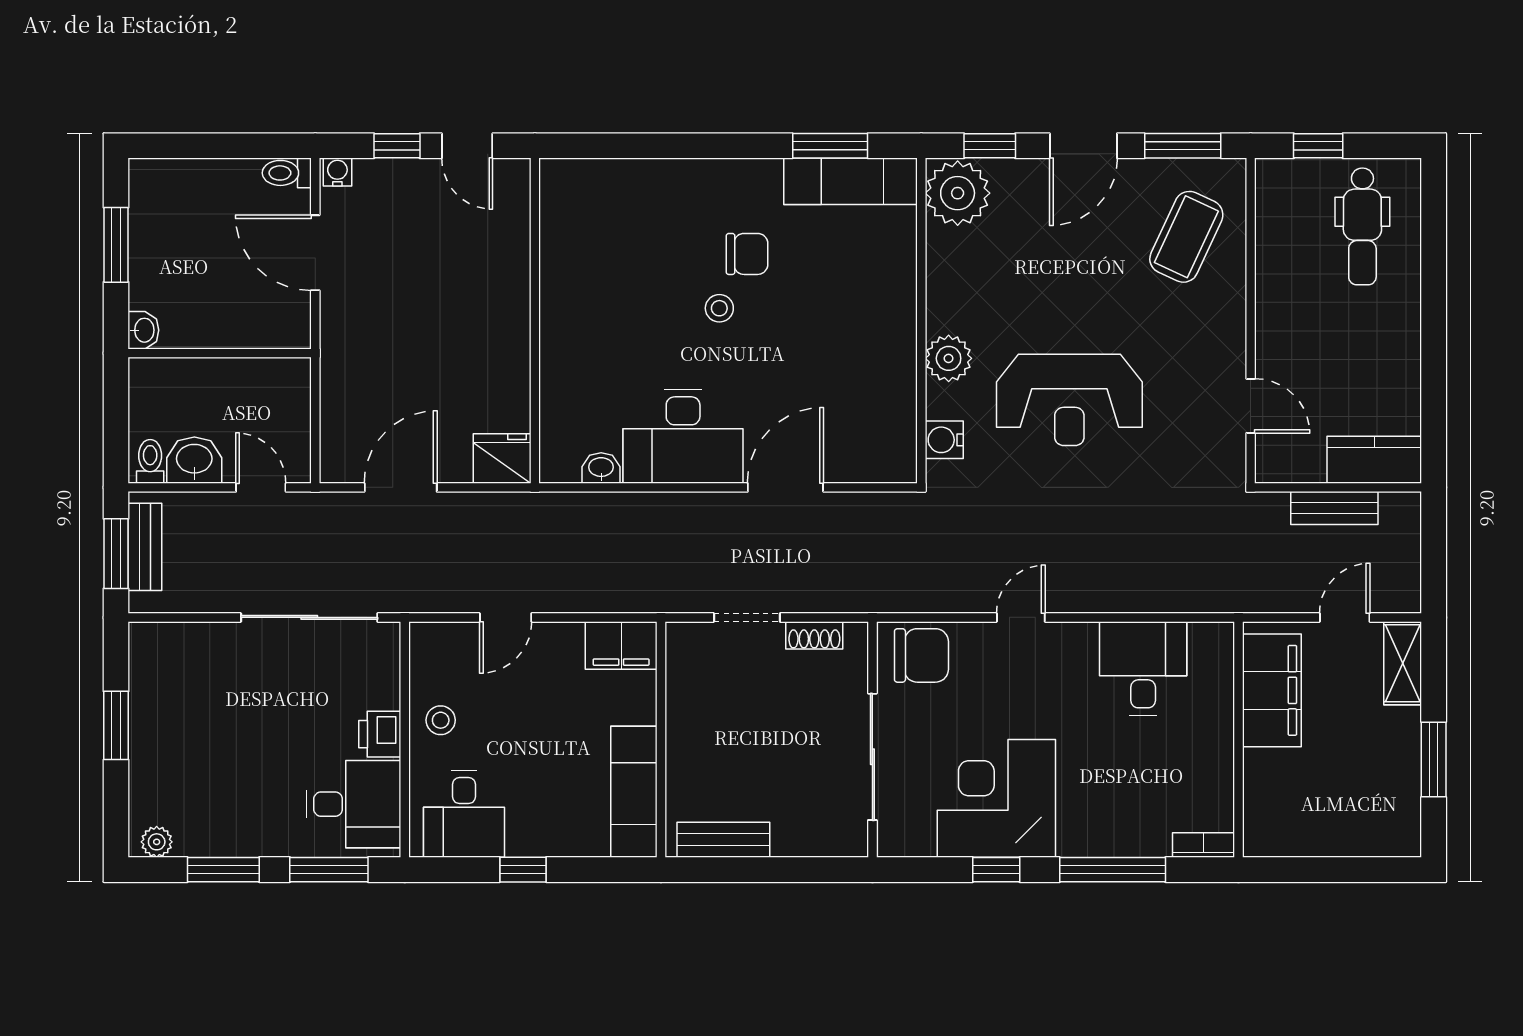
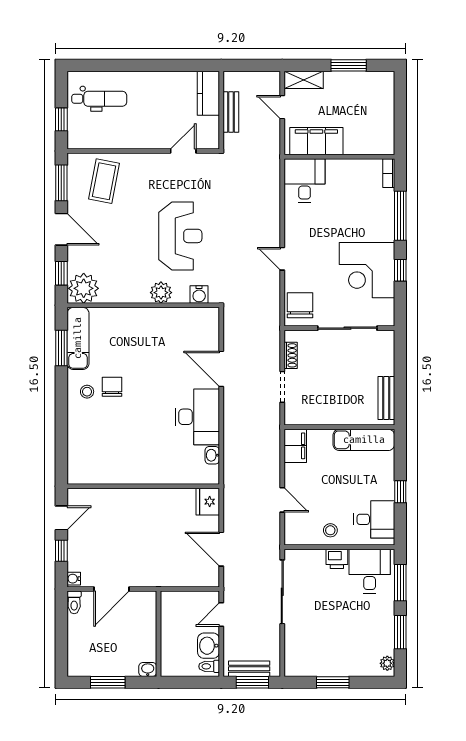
coffee table: (1186, 237) -> (104, 181), turned 76
stool: (719, 308) -> (87, 392), moved
desk: (1143, 668) -> (305, 181), moved, turned 90

